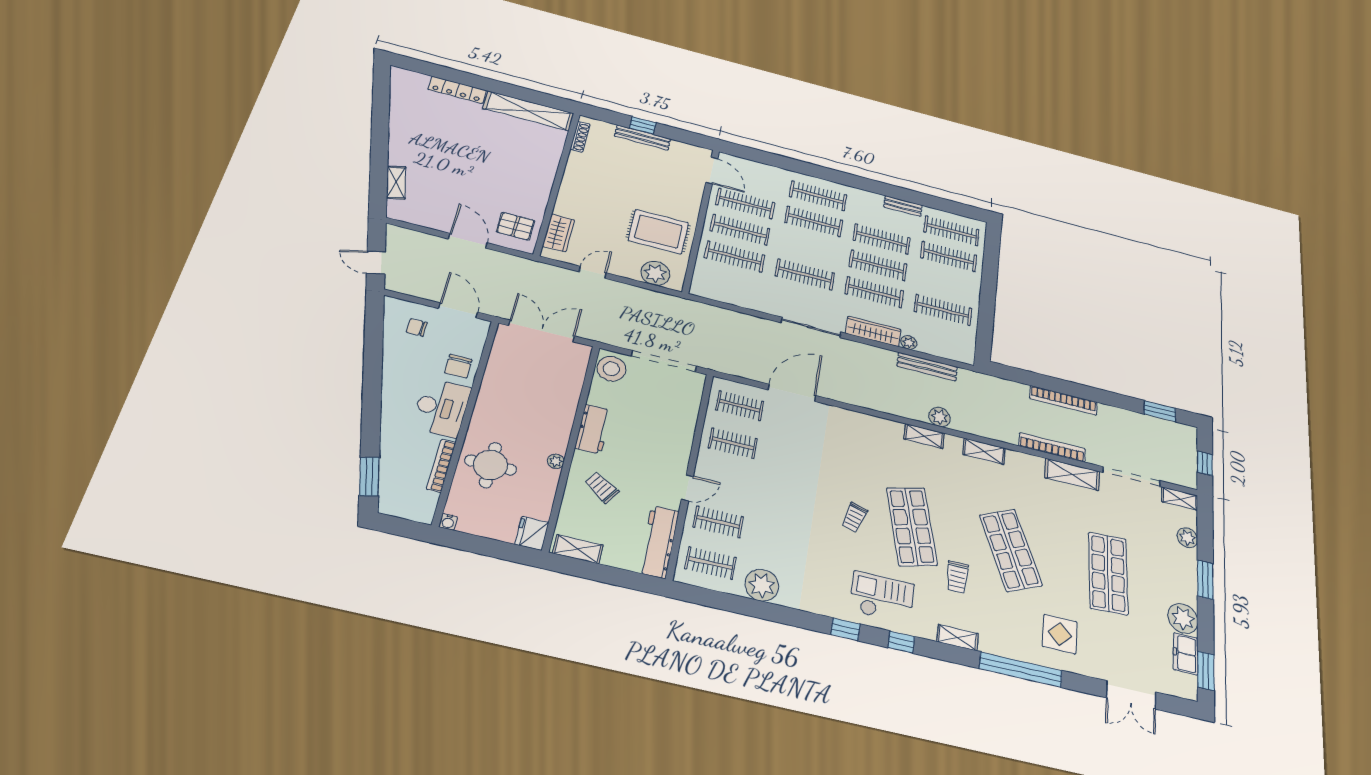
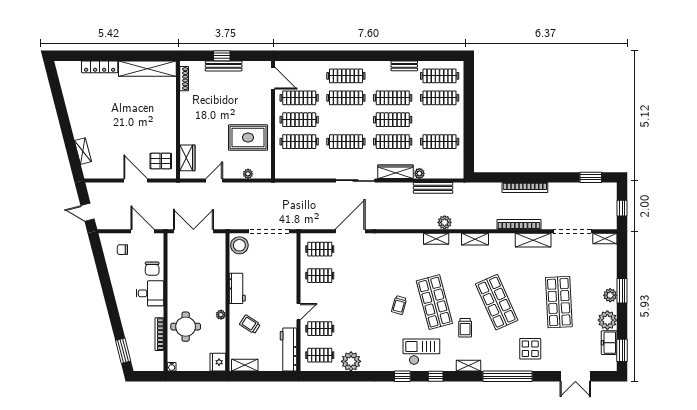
plant: (655, 273) -> (248, 174), width x0.53, depth x0.53
desk: (441, 408) -> (150, 293), width x0.73
plant: (1187, 538) -> (610, 295), moved

